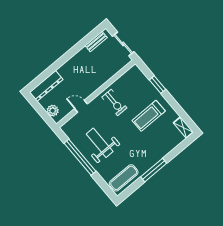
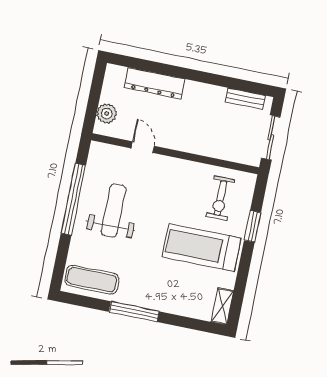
dresser: (46, 86) -> (155, 83), moved
exercise bike: (114, 102) -> (220, 198), moved
treadmill: (149, 116) -> (201, 247), width x1.37, depth x1.38

